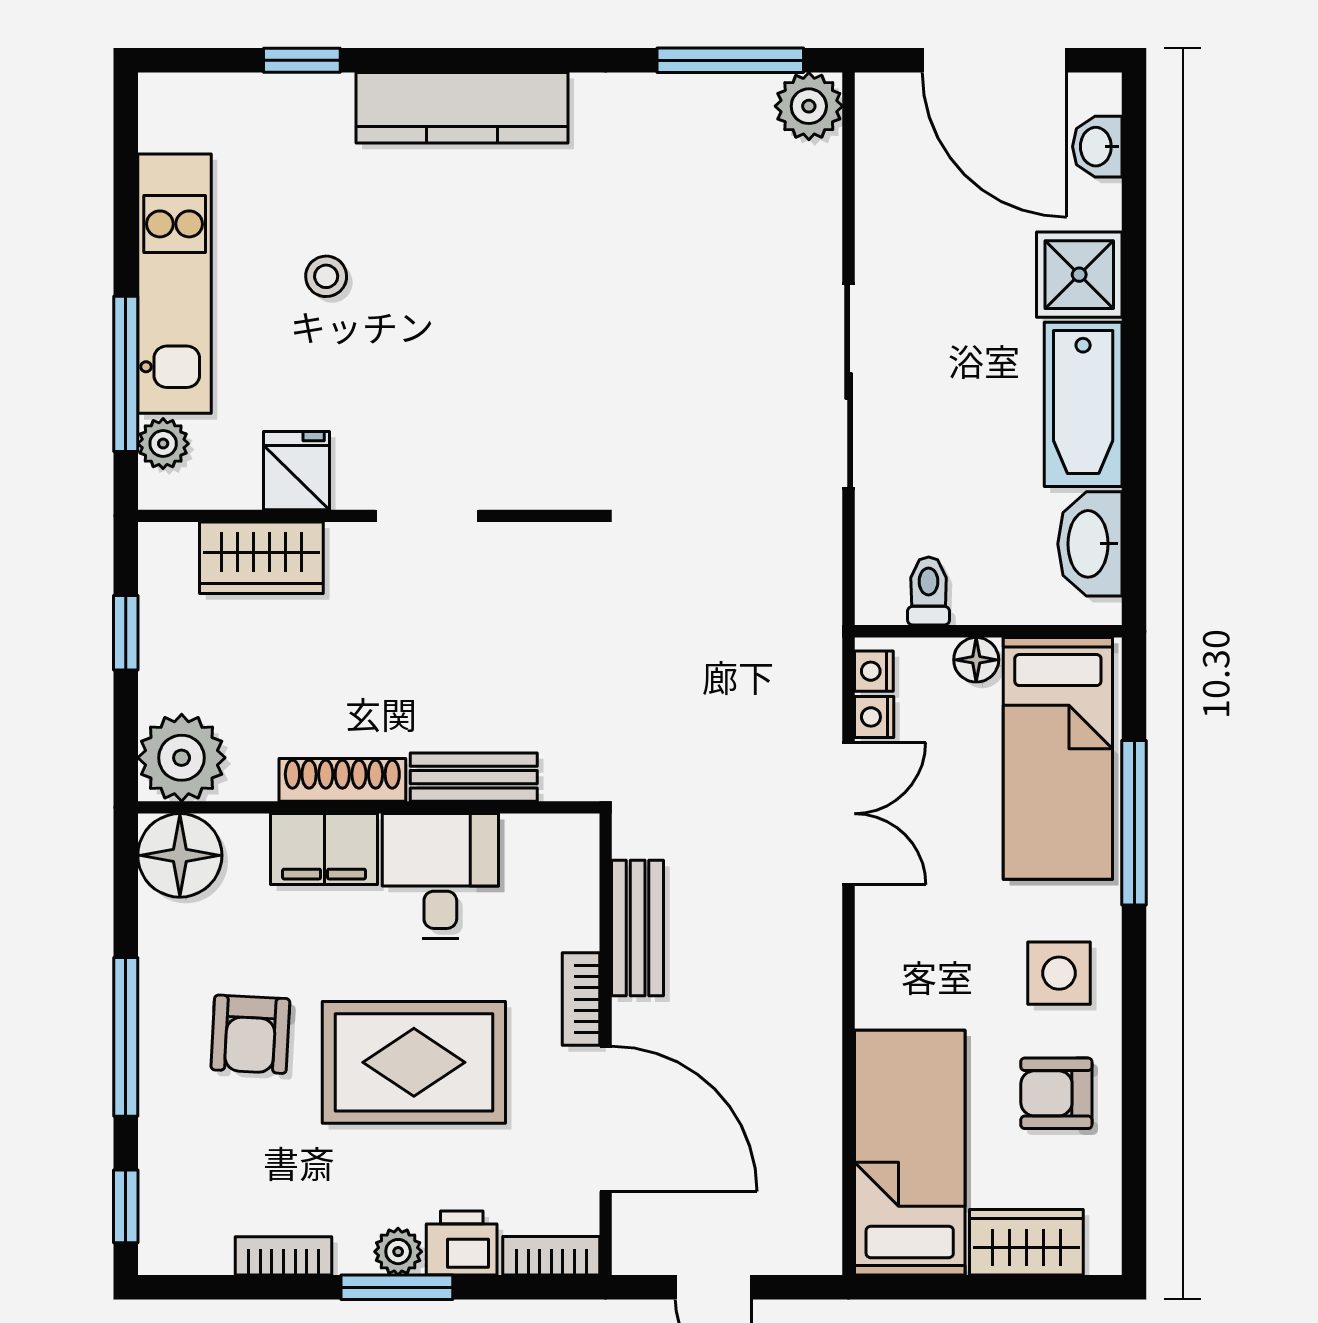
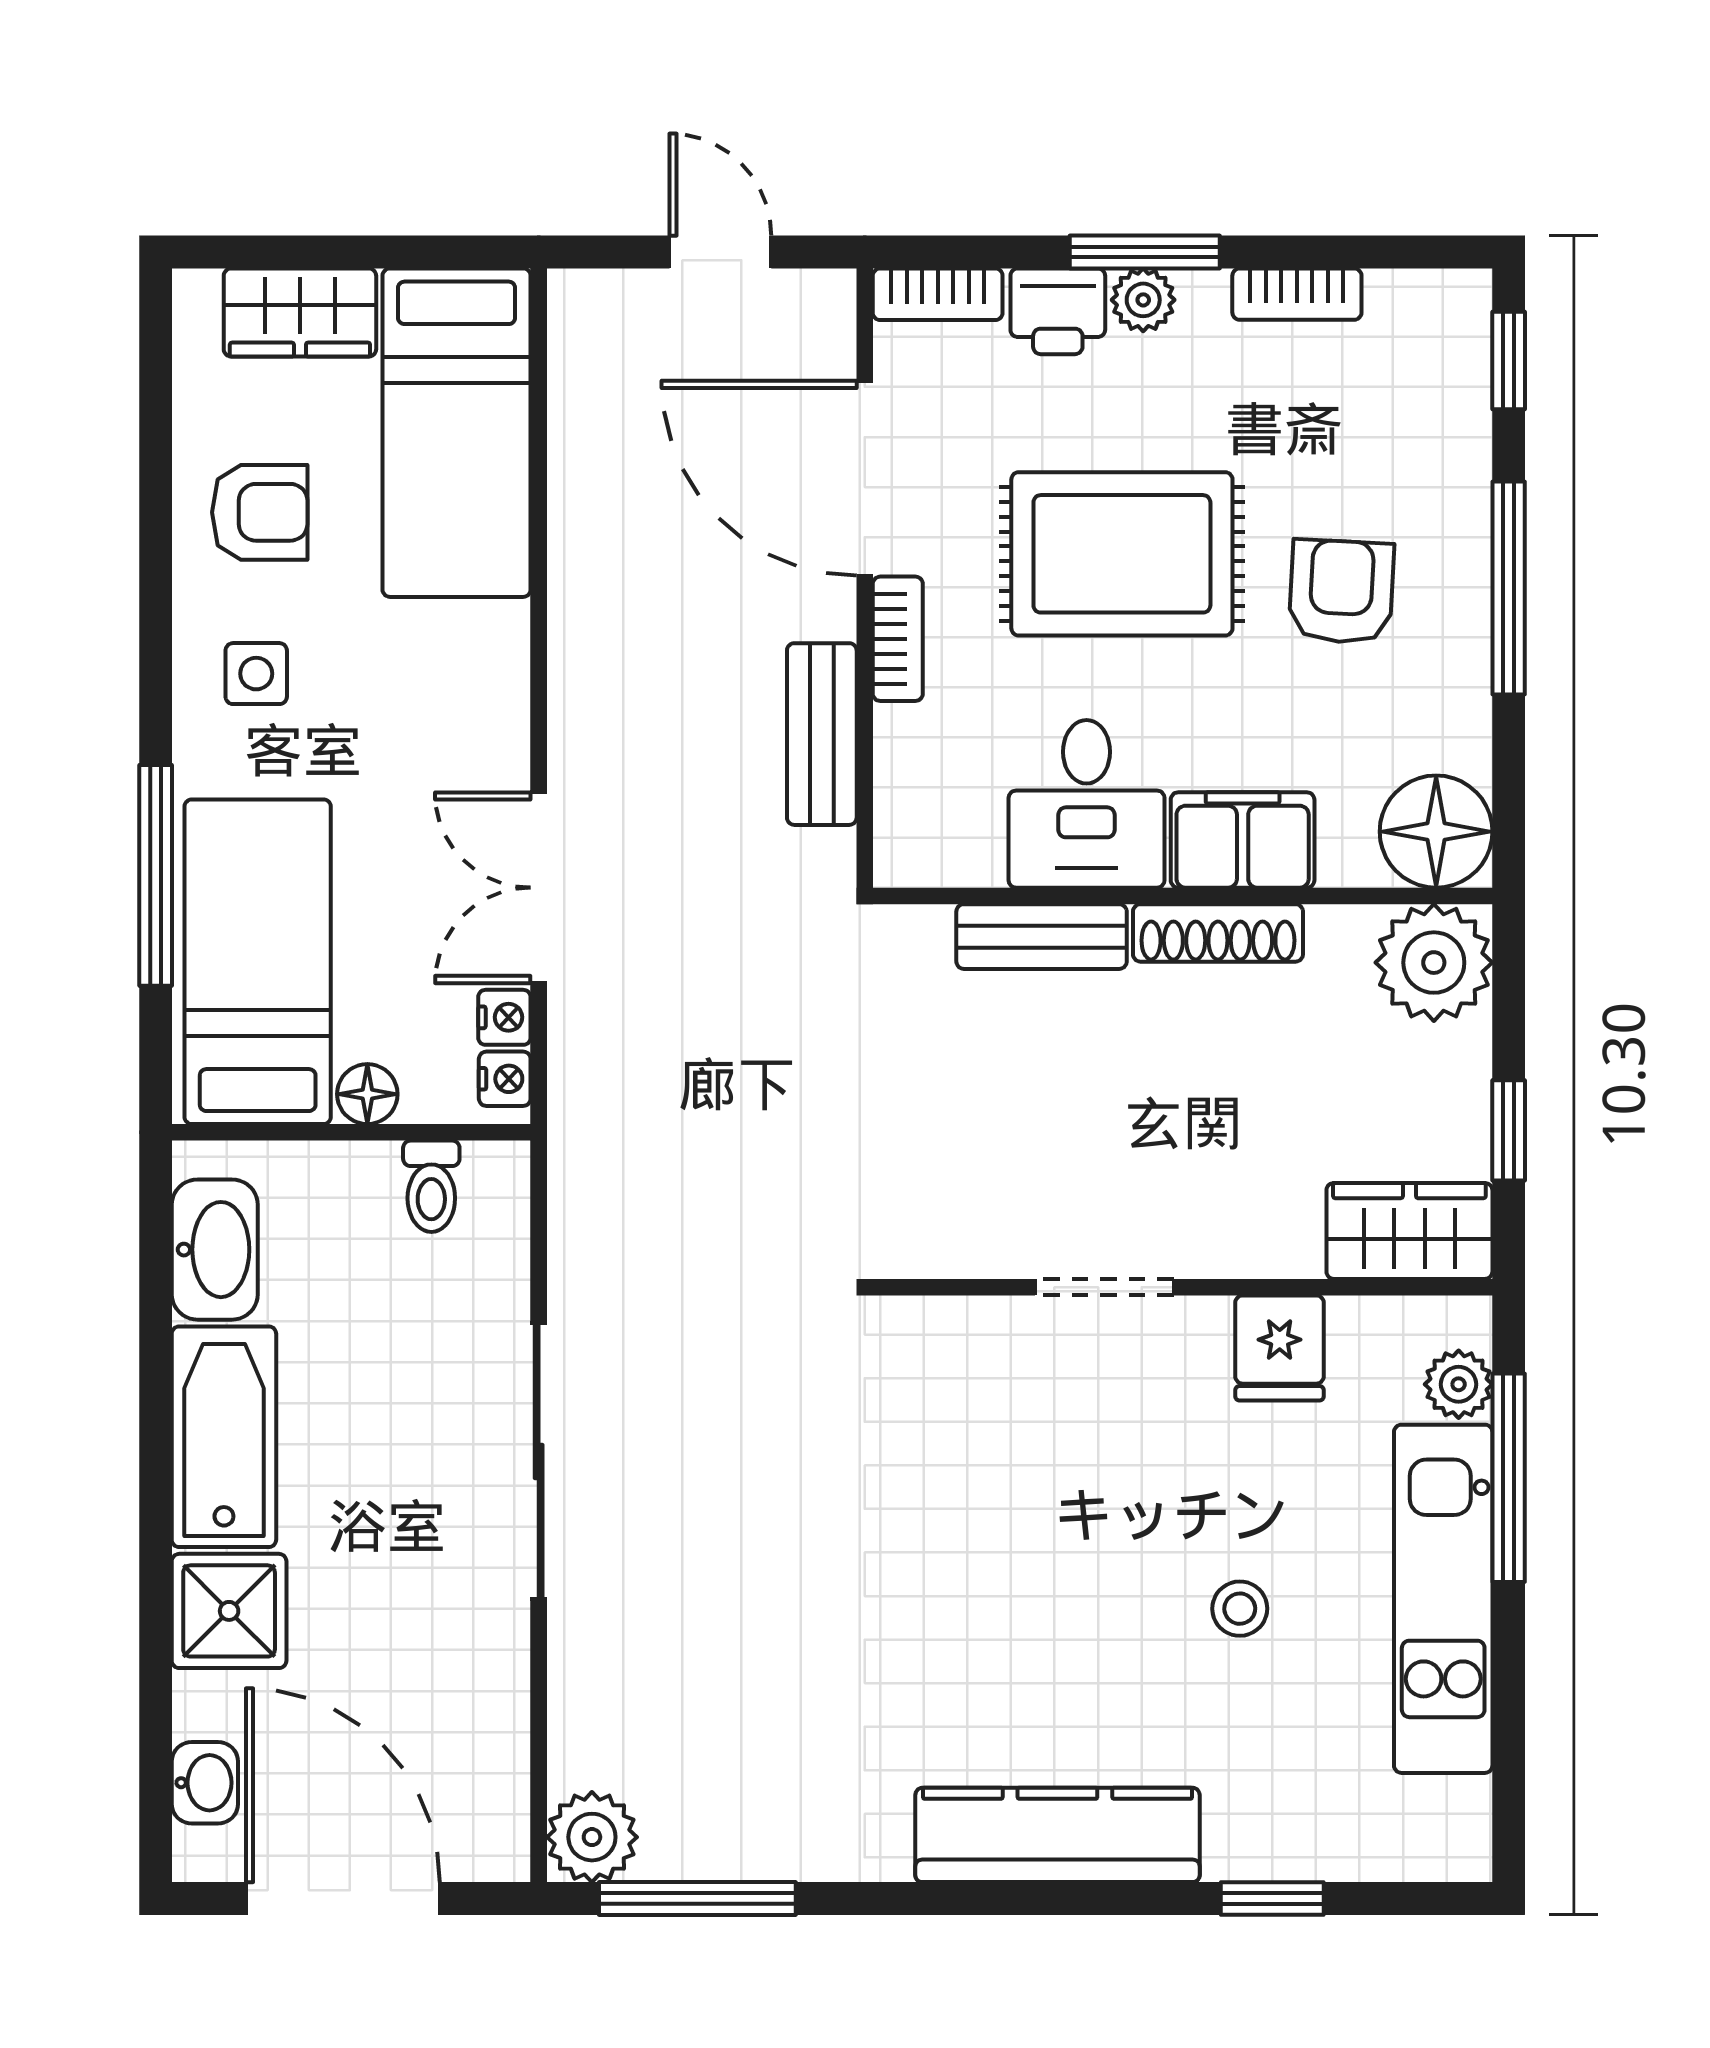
wardrobe: (261, 558) -> (1409, 1231), moved
side table: (1059, 973) -> (256, 674), width x0.73, depth x0.73

